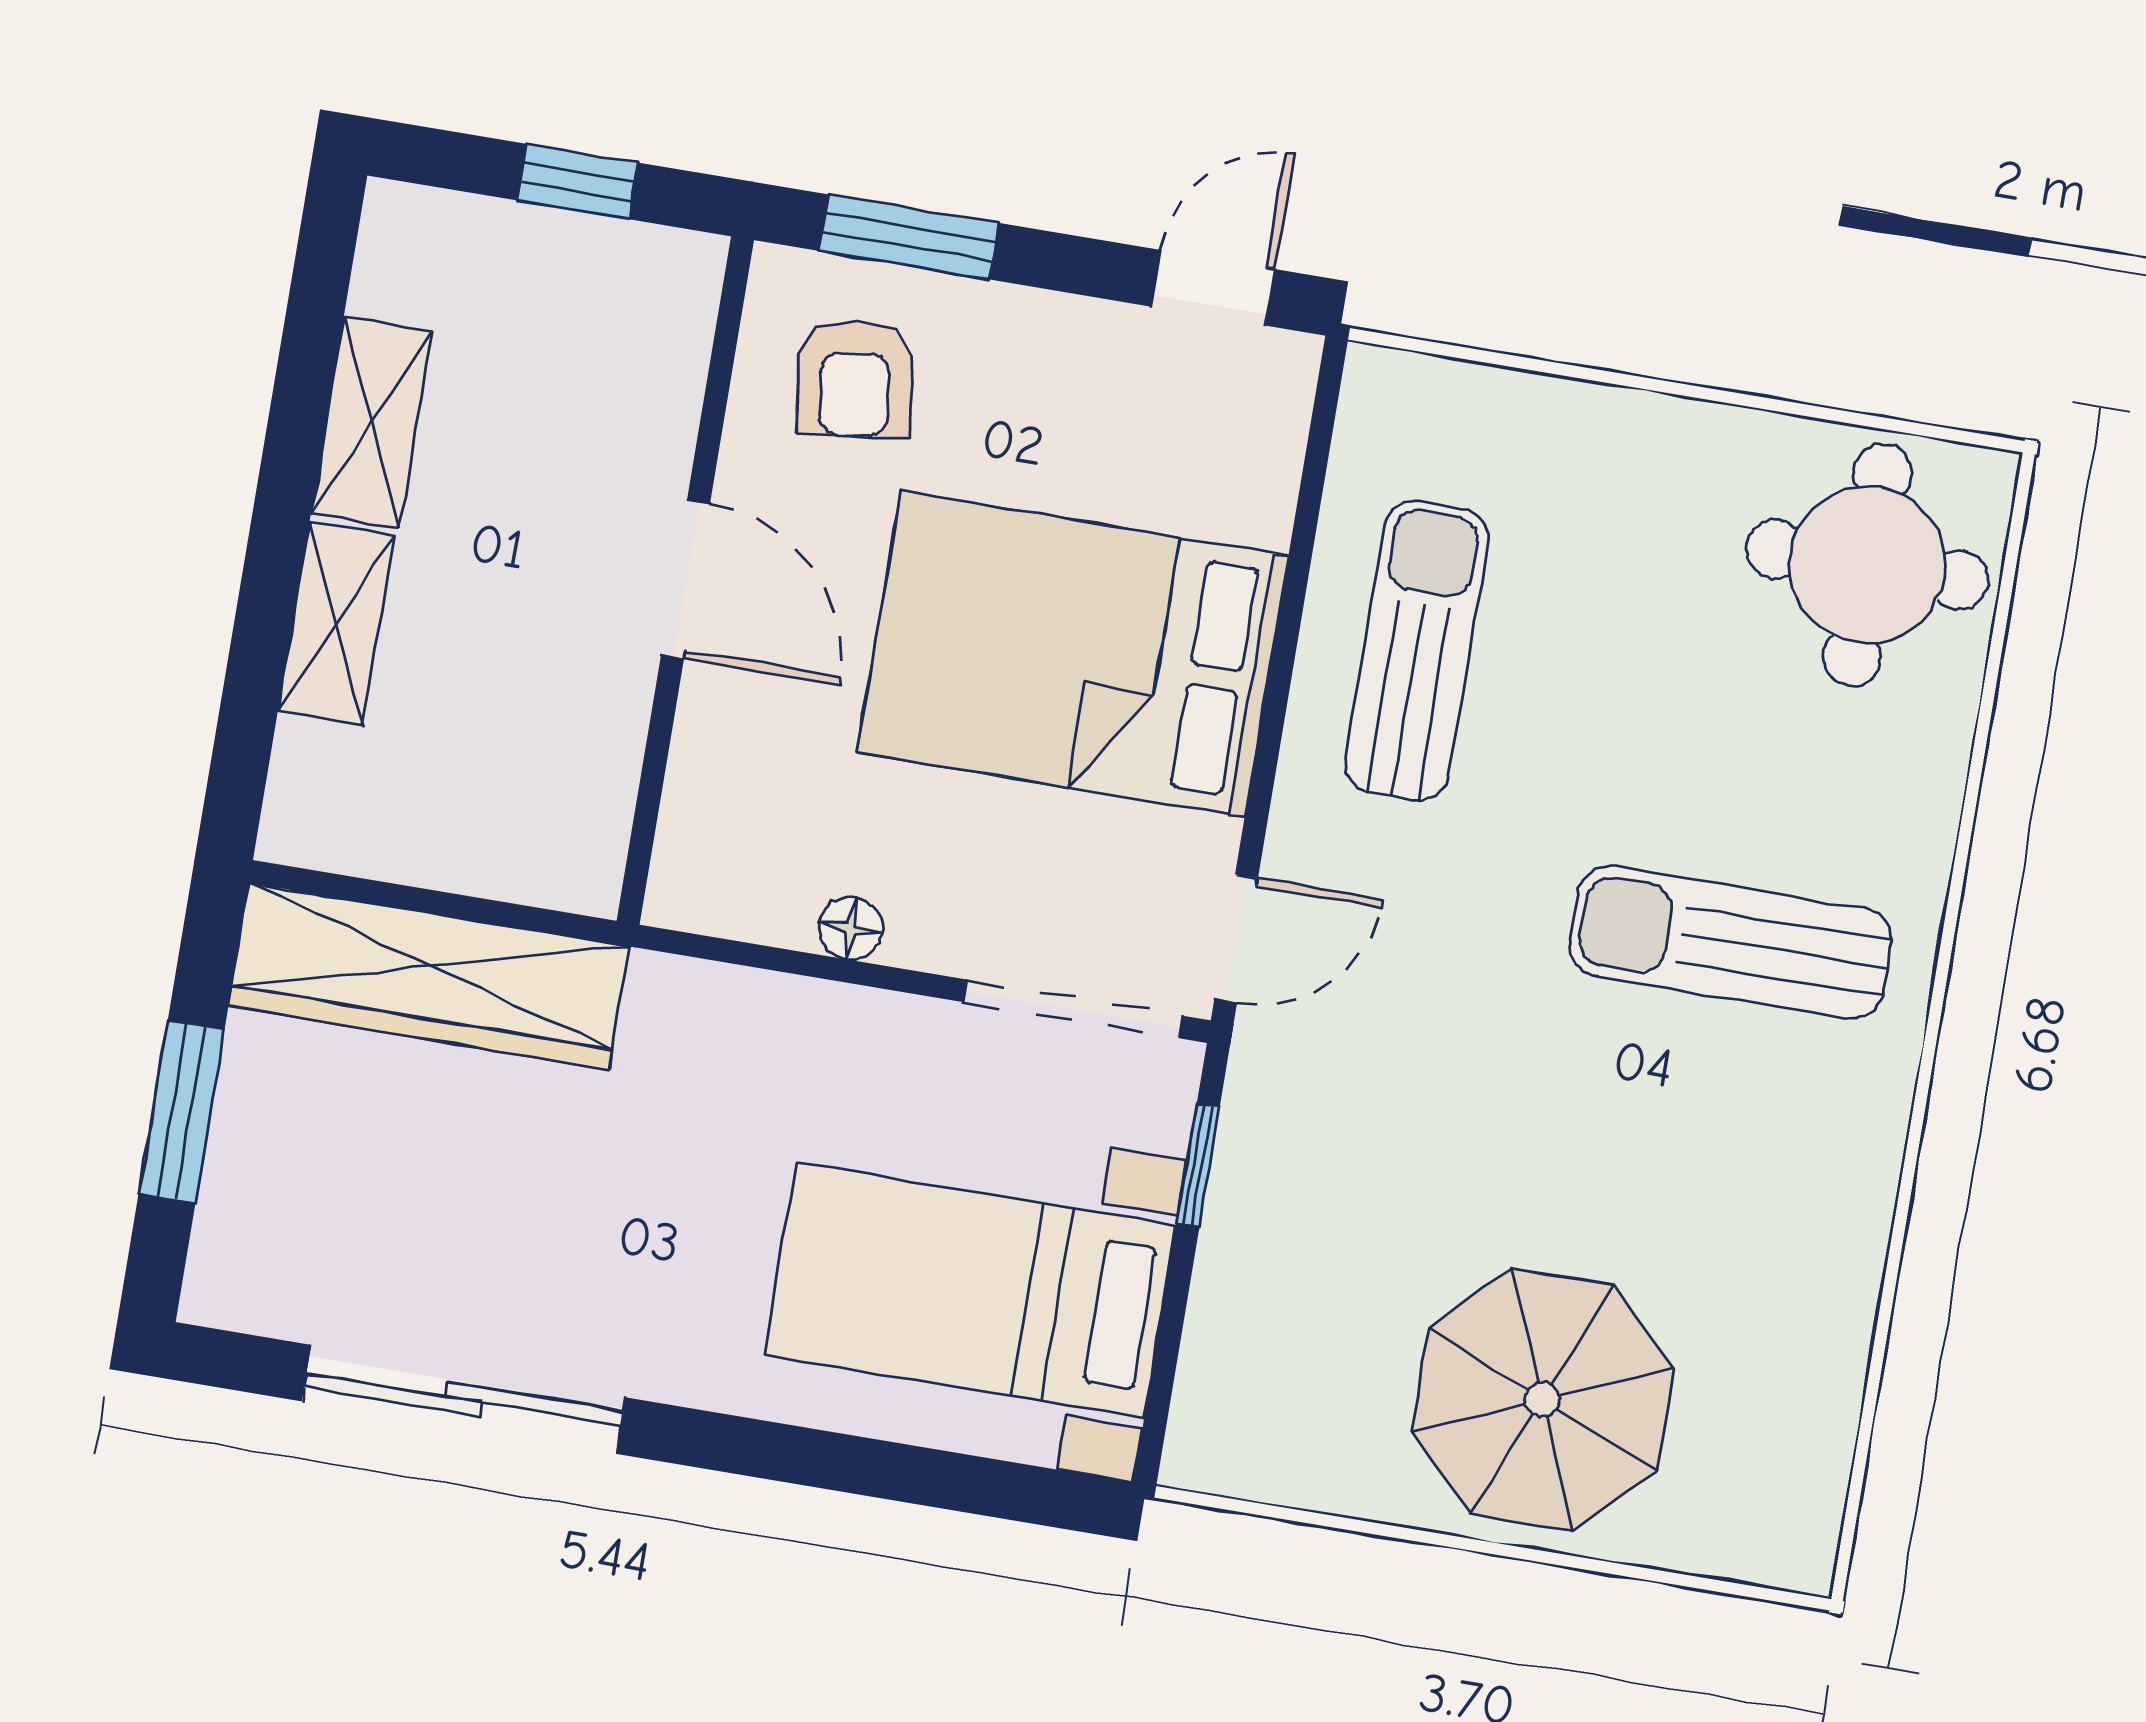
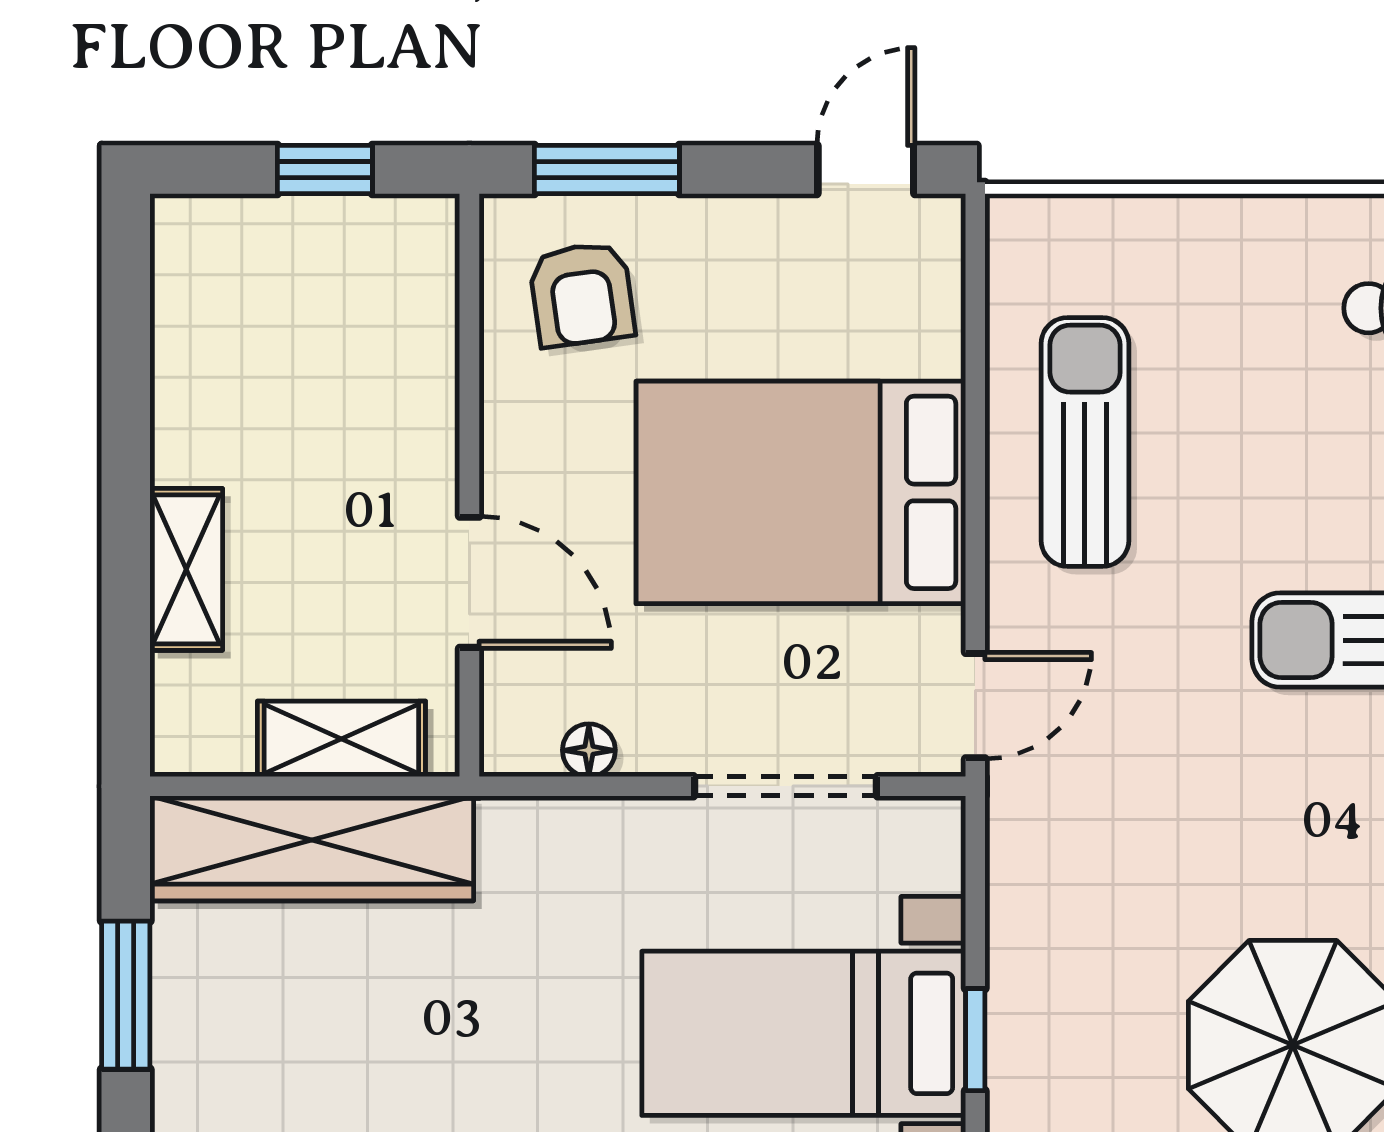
shelving: (372, 423) -> (341, 739), moved, turned 90
door: (686, 579) -> (469, 582), moved
floor lamp: (851, 928) -> (589, 750), moved
doorway: (1074, 1009) -> (786, 786), moved
window: (1198, 1165) -> (975, 1040), moved

